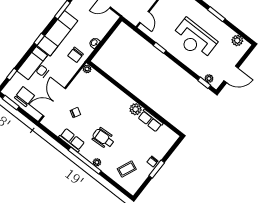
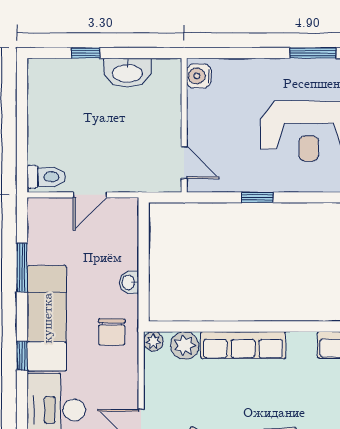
row of seats: (116, 94) -> (243, 345), added
plant: (136, 109) -> (185, 346), moved

